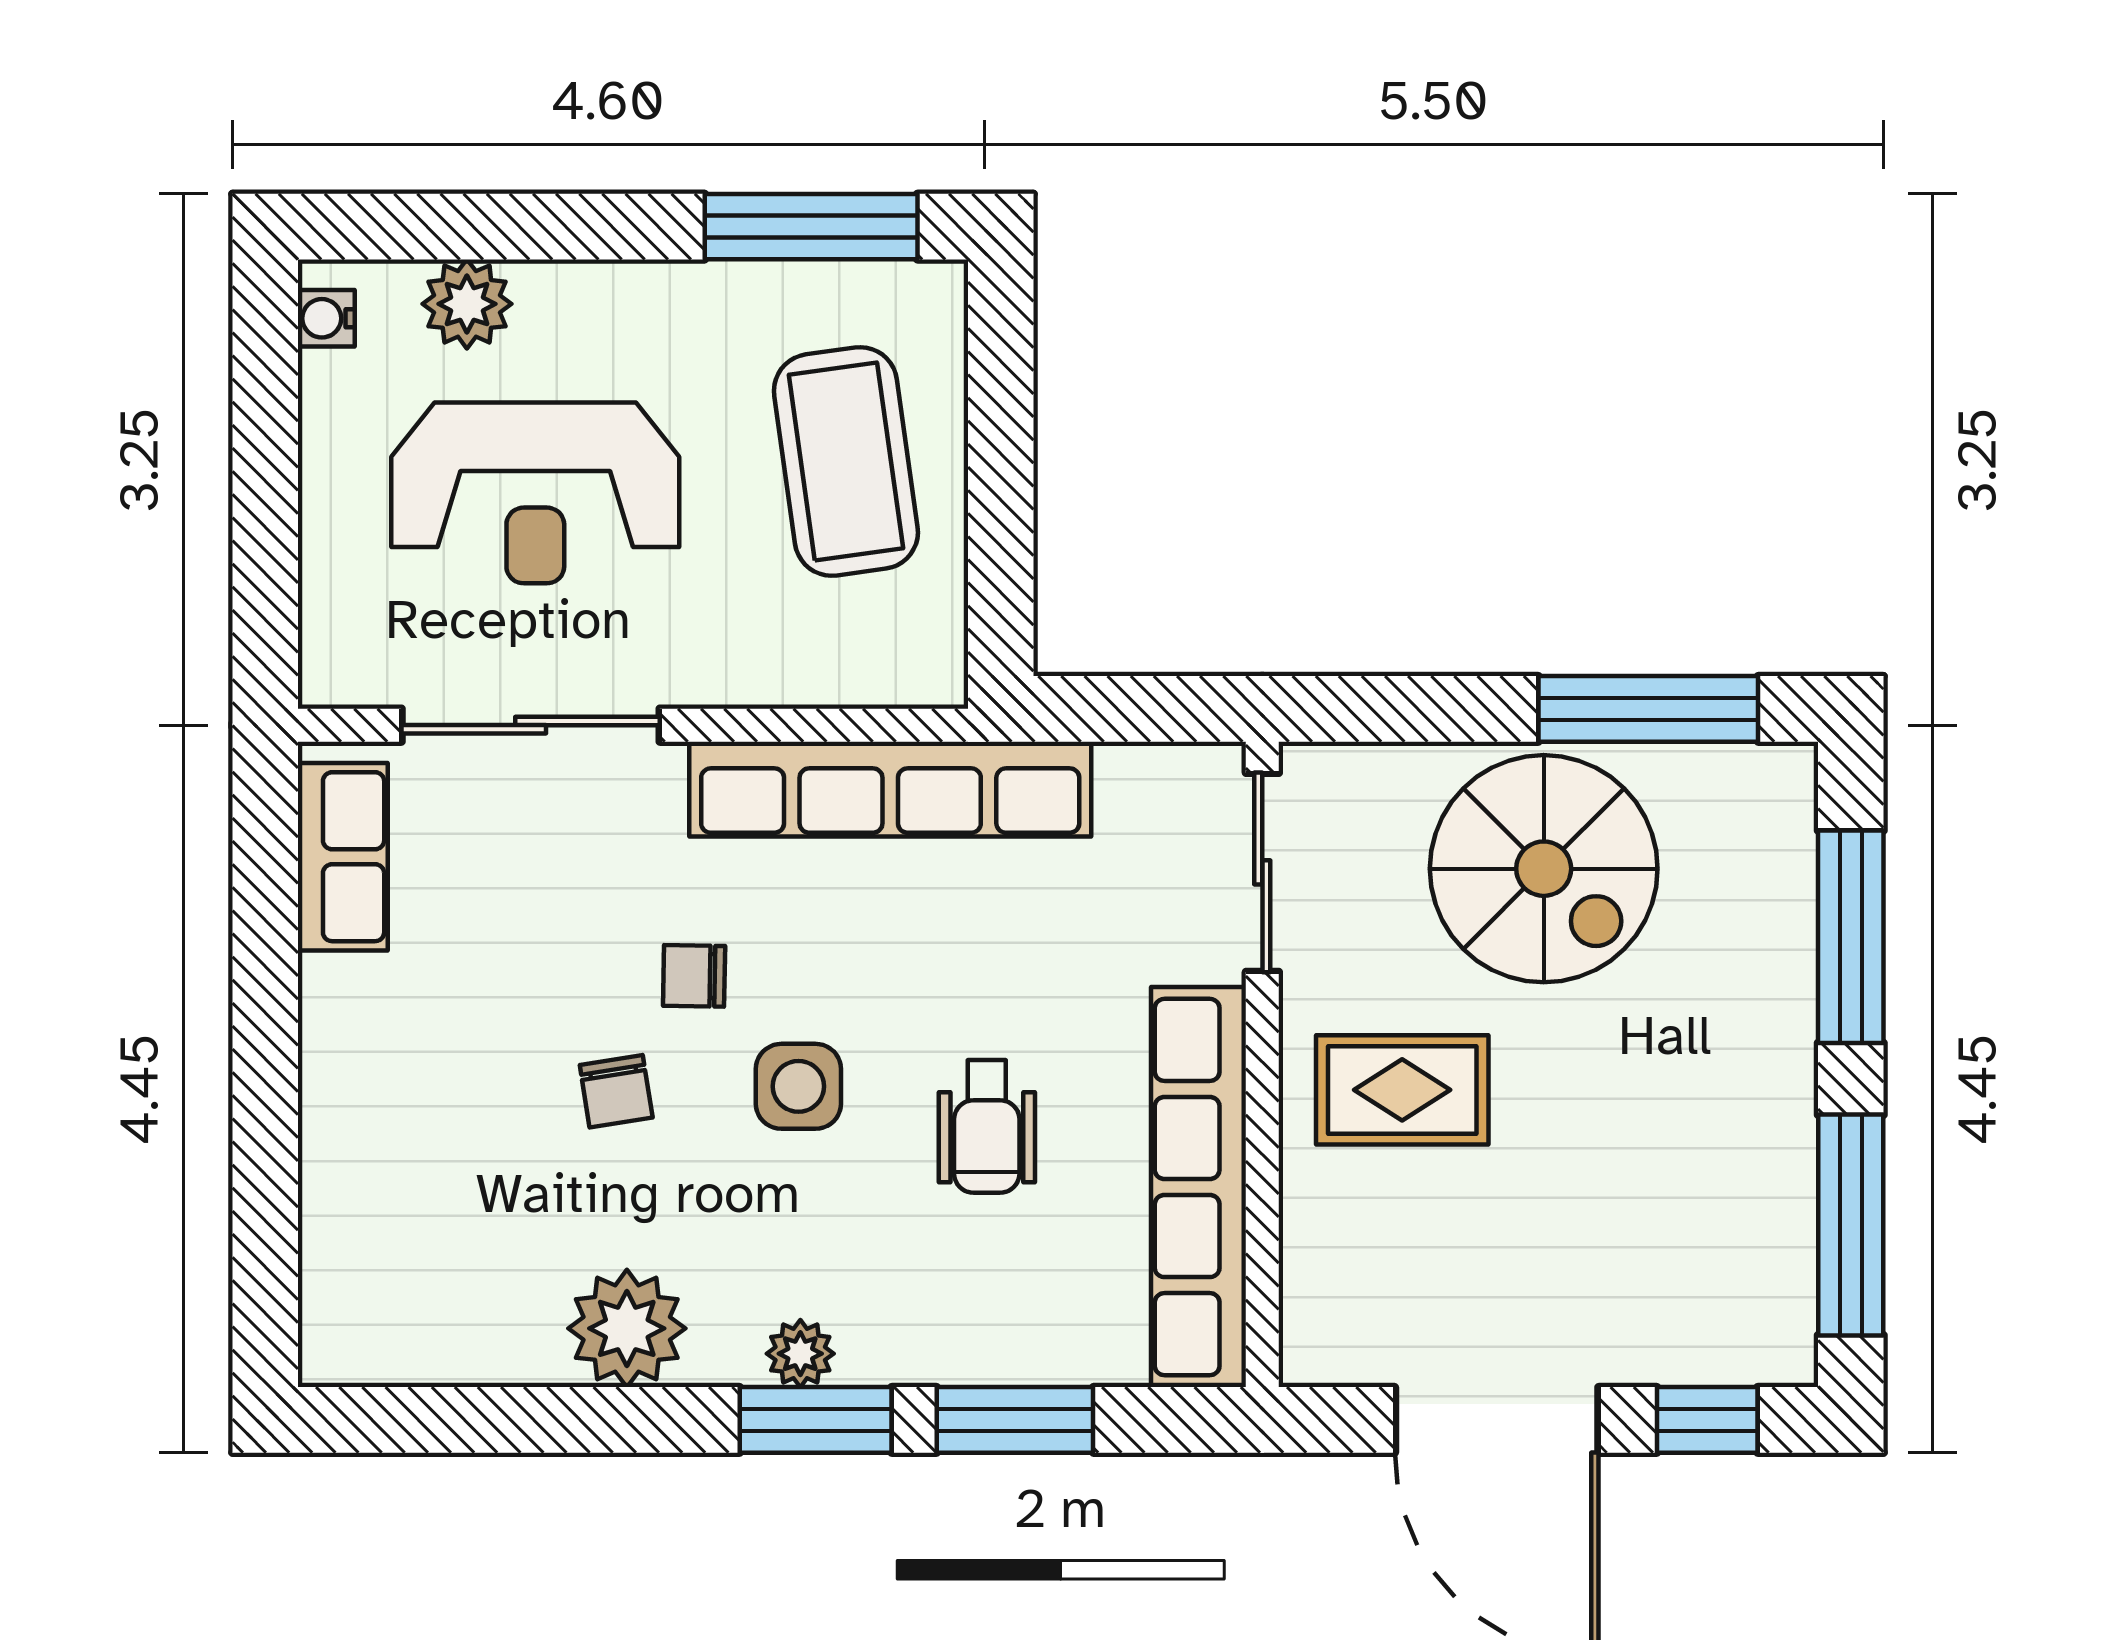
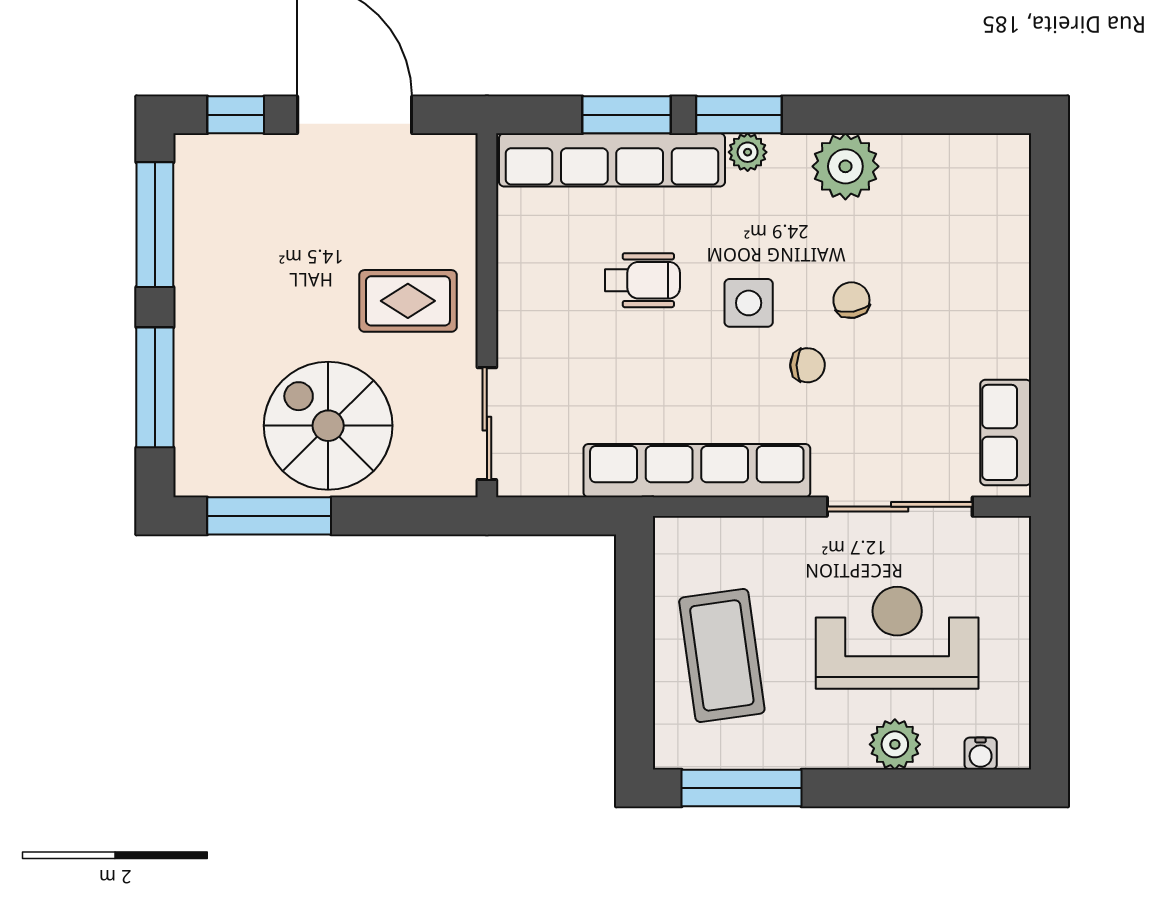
plant: (467, 304) -> (895, 744), moved
water cooler: (326, 318) -> (981, 754), moved, turned 90
wheelchair: (987, 1127) -> (642, 280), turned 90
row of seats: (1199, 1187) -> (612, 160), moved, turned 90

